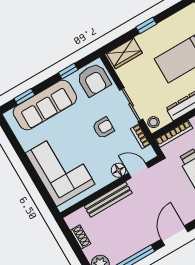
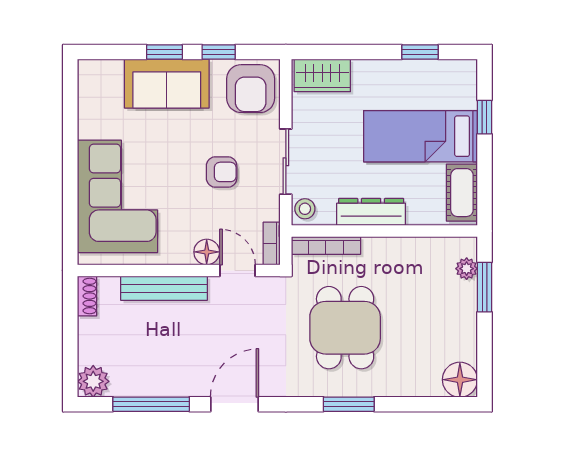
window: (146, 25) -> (420, 52), moved
window: (24, 97) -> (165, 52), moved
sofa: (45, 105) -> (167, 84), width x0.73
bookcase: (140, 136) -> (272, 243), moved
shoe rack: (81, 237) -> (87, 296), moved

